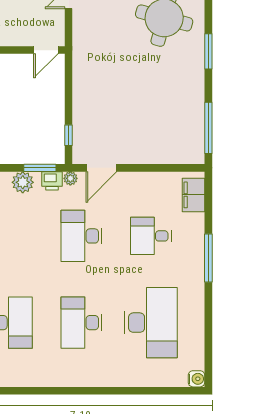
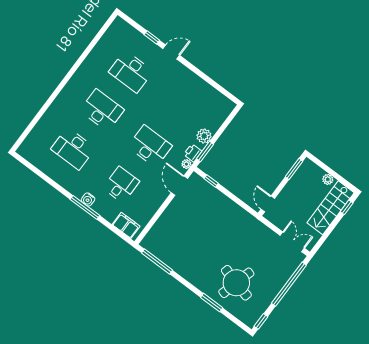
window: (208, 51) -> (212, 303), moved
desk: (151, 323) -> (73, 149), width x0.73, depth x0.77
water cooler: (196, 379) -> (88, 199), moved

